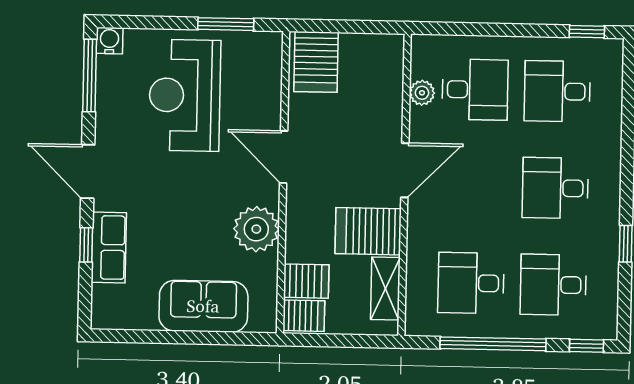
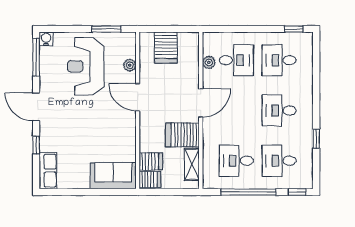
server rack: (316, 62) -> (166, 48), moved
plant: (256, 229) -> (130, 65), moved, width x0.53, depth x0.53
row of seats: (109, 247) -> (48, 171), moved
sofa: (203, 306) -> (113, 176), moved

